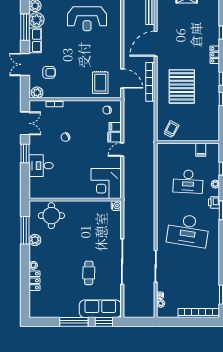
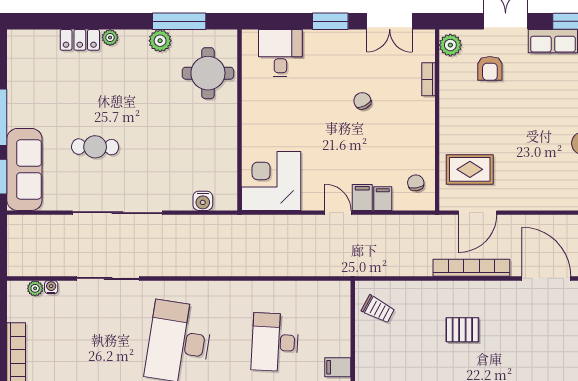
pallet: (182, 86) -> (462, 330), width x0.49, depth x0.50
desk: (41, 166) -> (280, 53), moved
water cooler: (116, 206) -> (203, 201), moved

